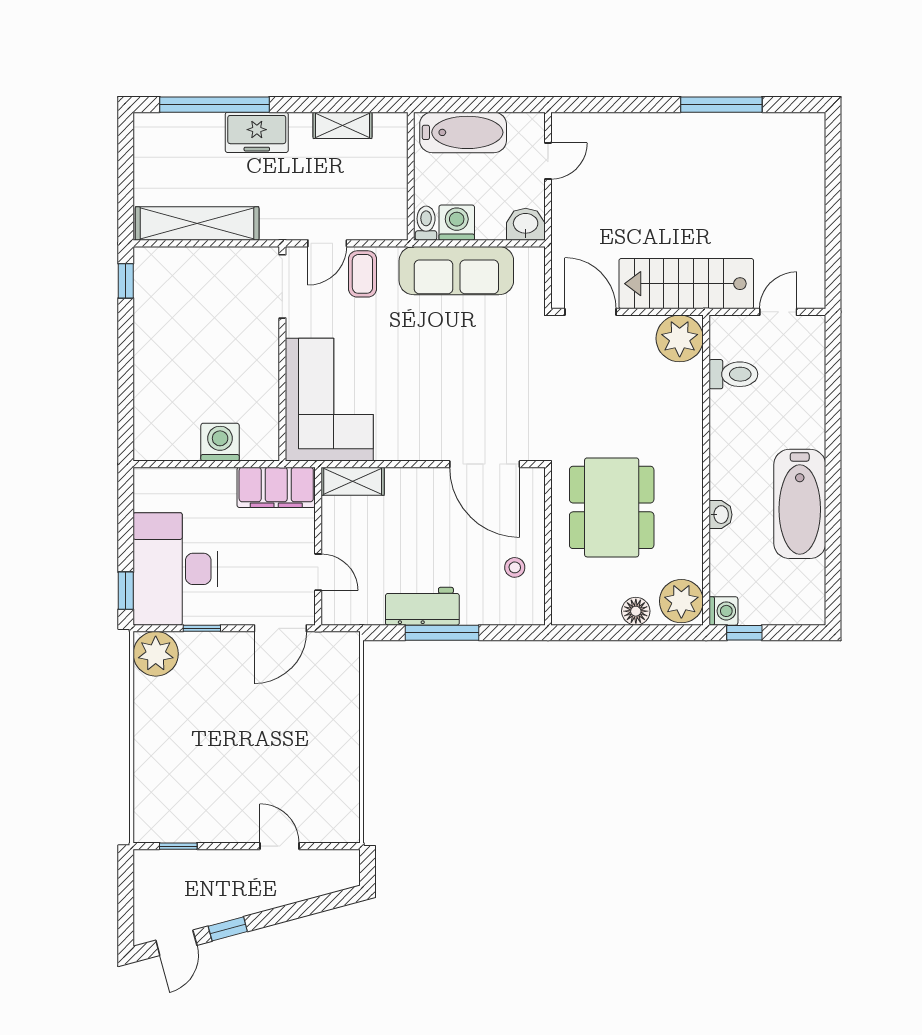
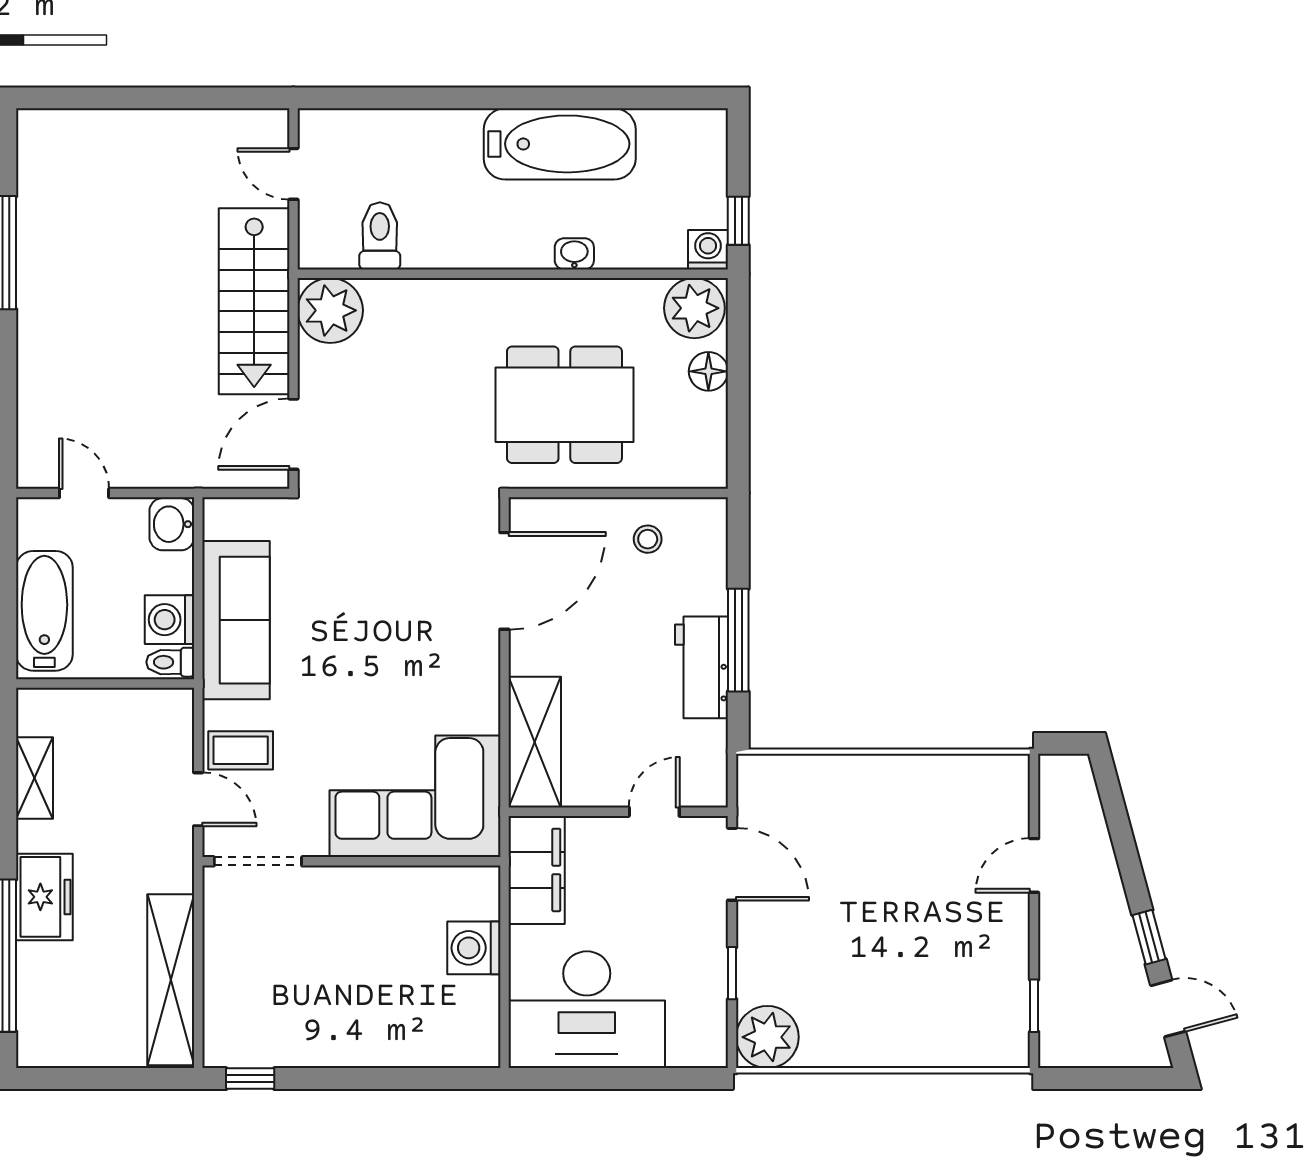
shelving: (353, 481) -> (535, 742), width x1.50, depth x1.33
desk: (175, 569) -> (587, 1010), moved
window: (126, 591) -> (680, 1079), removed

